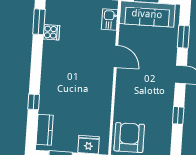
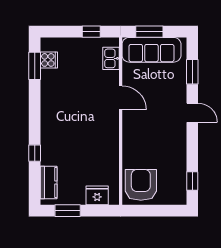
cooker: (51, 32) -> (49, 60), moved
window: (178, 115) -> (192, 181), moved

